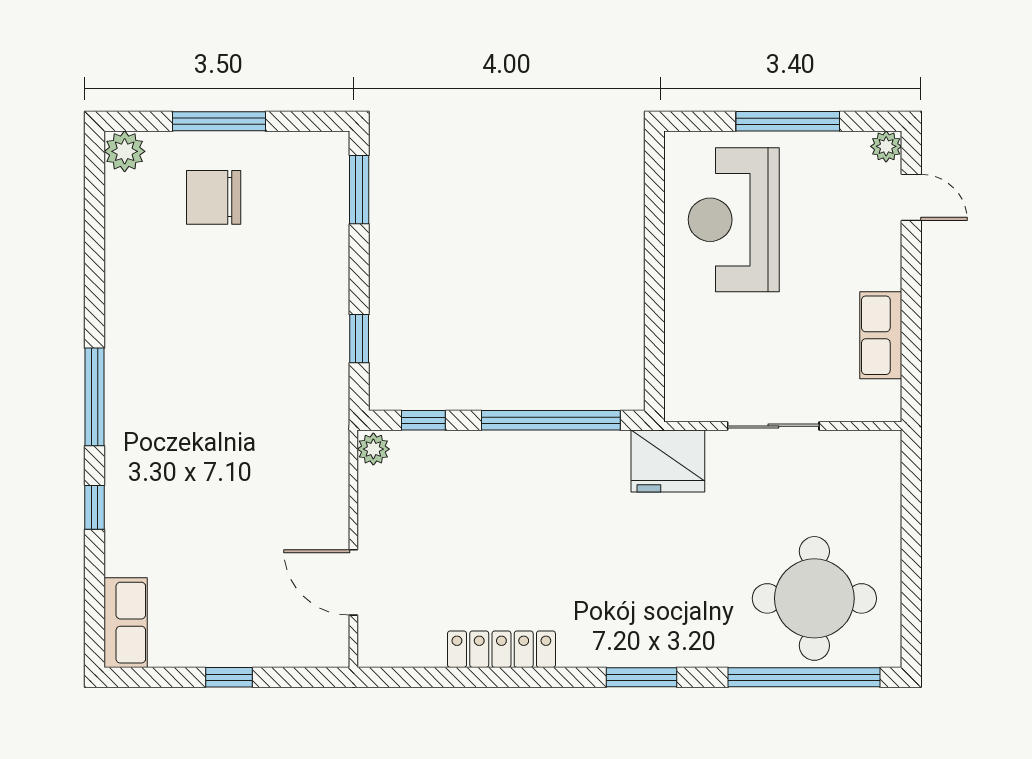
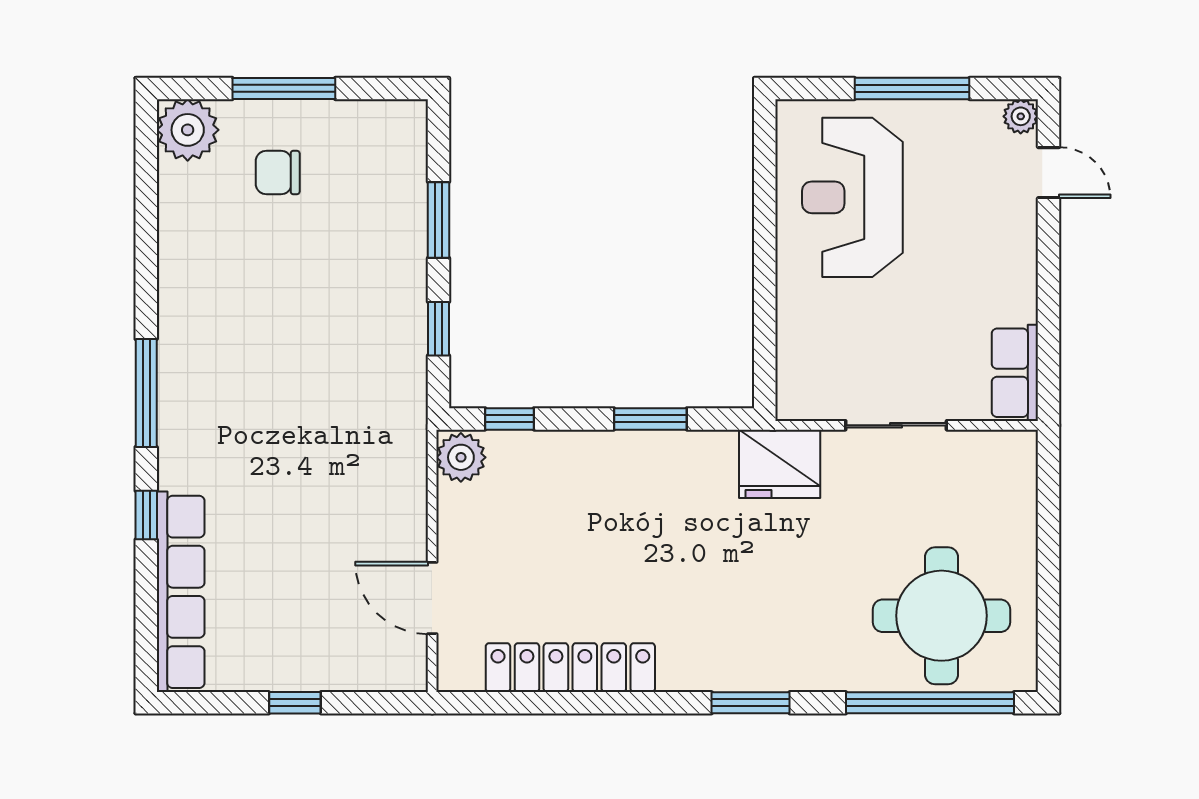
plant: (125, 151) -> (188, 130), width x1.36, depth x1.36
window: (359, 190) -> (439, 220), moved
chair: (214, 197) -> (278, 172), width x0.73, depth x0.73
row of seats: (881, 335) -> (1015, 373), moved
window: (551, 420) -> (650, 419), width x0.47
plant: (373, 449) -> (461, 457), width x1.38, depth x1.38
row of seats: (126, 623) -> (181, 592), width x2.02
locker: (501, 649) -> (570, 668), width x1.41, depth x1.21

